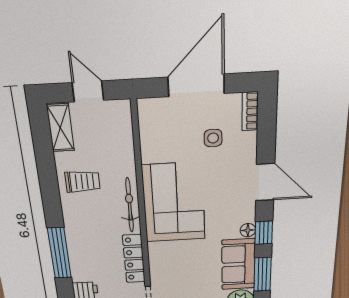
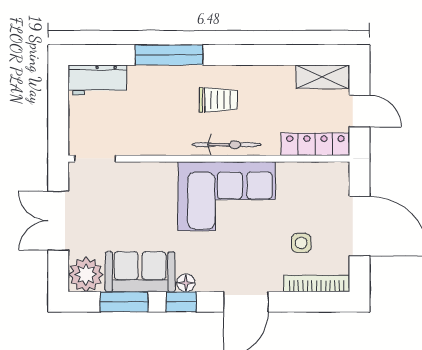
door: (88, 91) -> (360, 111), hinge flipped
bookcase: (250, 111) -> (317, 283), width x1.56
trolley: (82, 182) -> (218, 100), moved, turned -90
locker: (134, 259) -> (315, 144), moved

